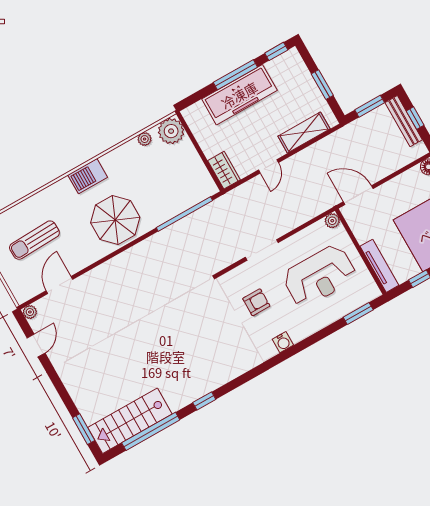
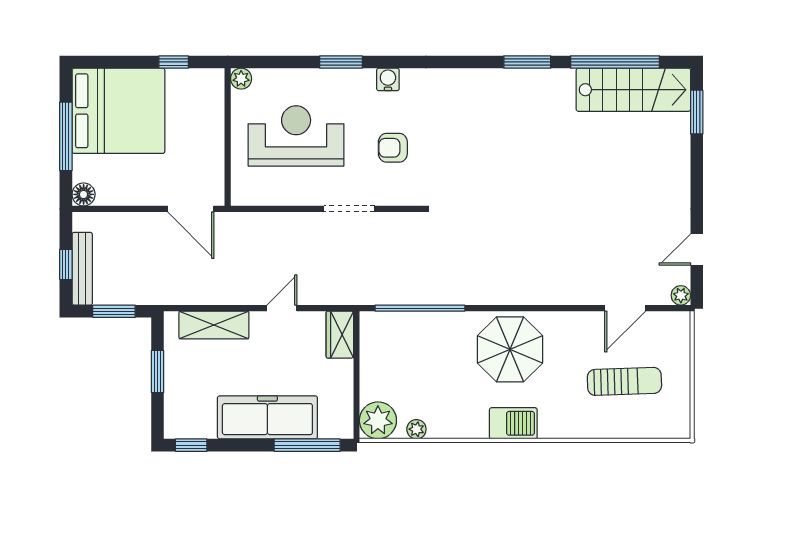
window: (235, 75) -> (307, 445), moved
plant: (332, 221) -> (241, 79), moved
tv unit: (379, 266) -> (214, 106), removed
window: (358, 314) -> (341, 62), moved
window: (204, 401) -> (527, 62), width x1.50

